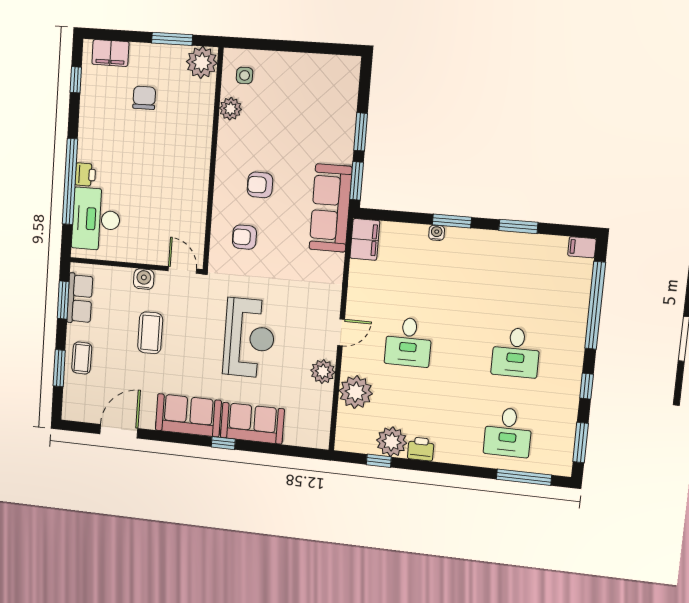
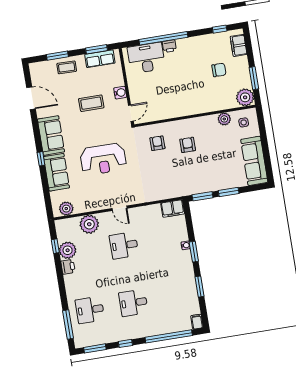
sofa: (331, 208) -> (254, 161), moved, turned -90
plant: (323, 371) -> (66, 209), moved

